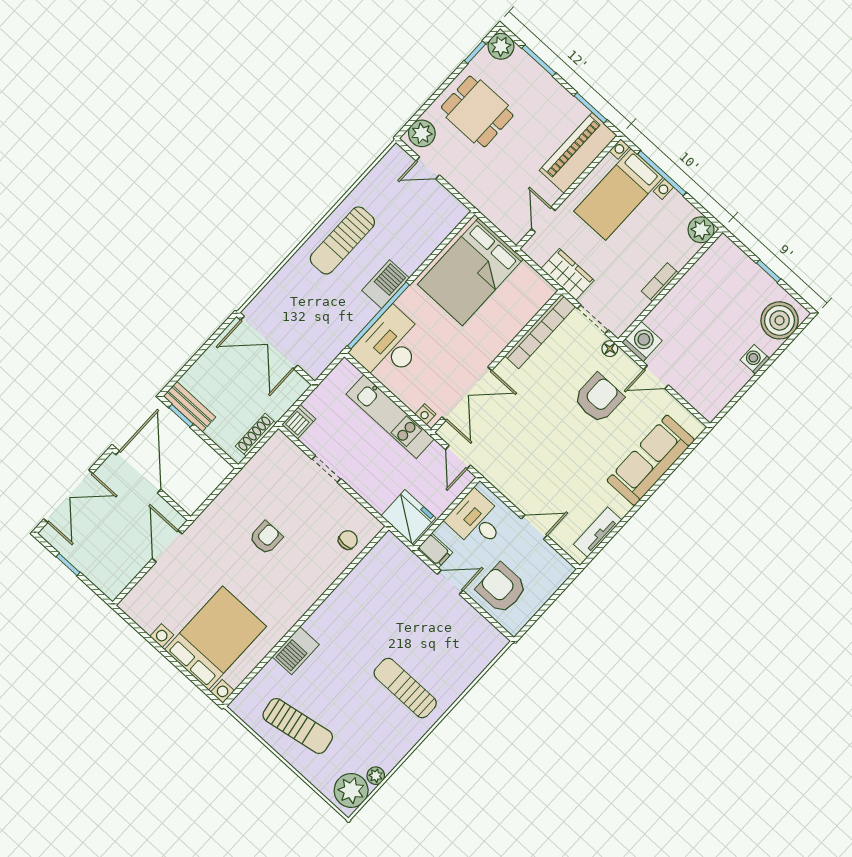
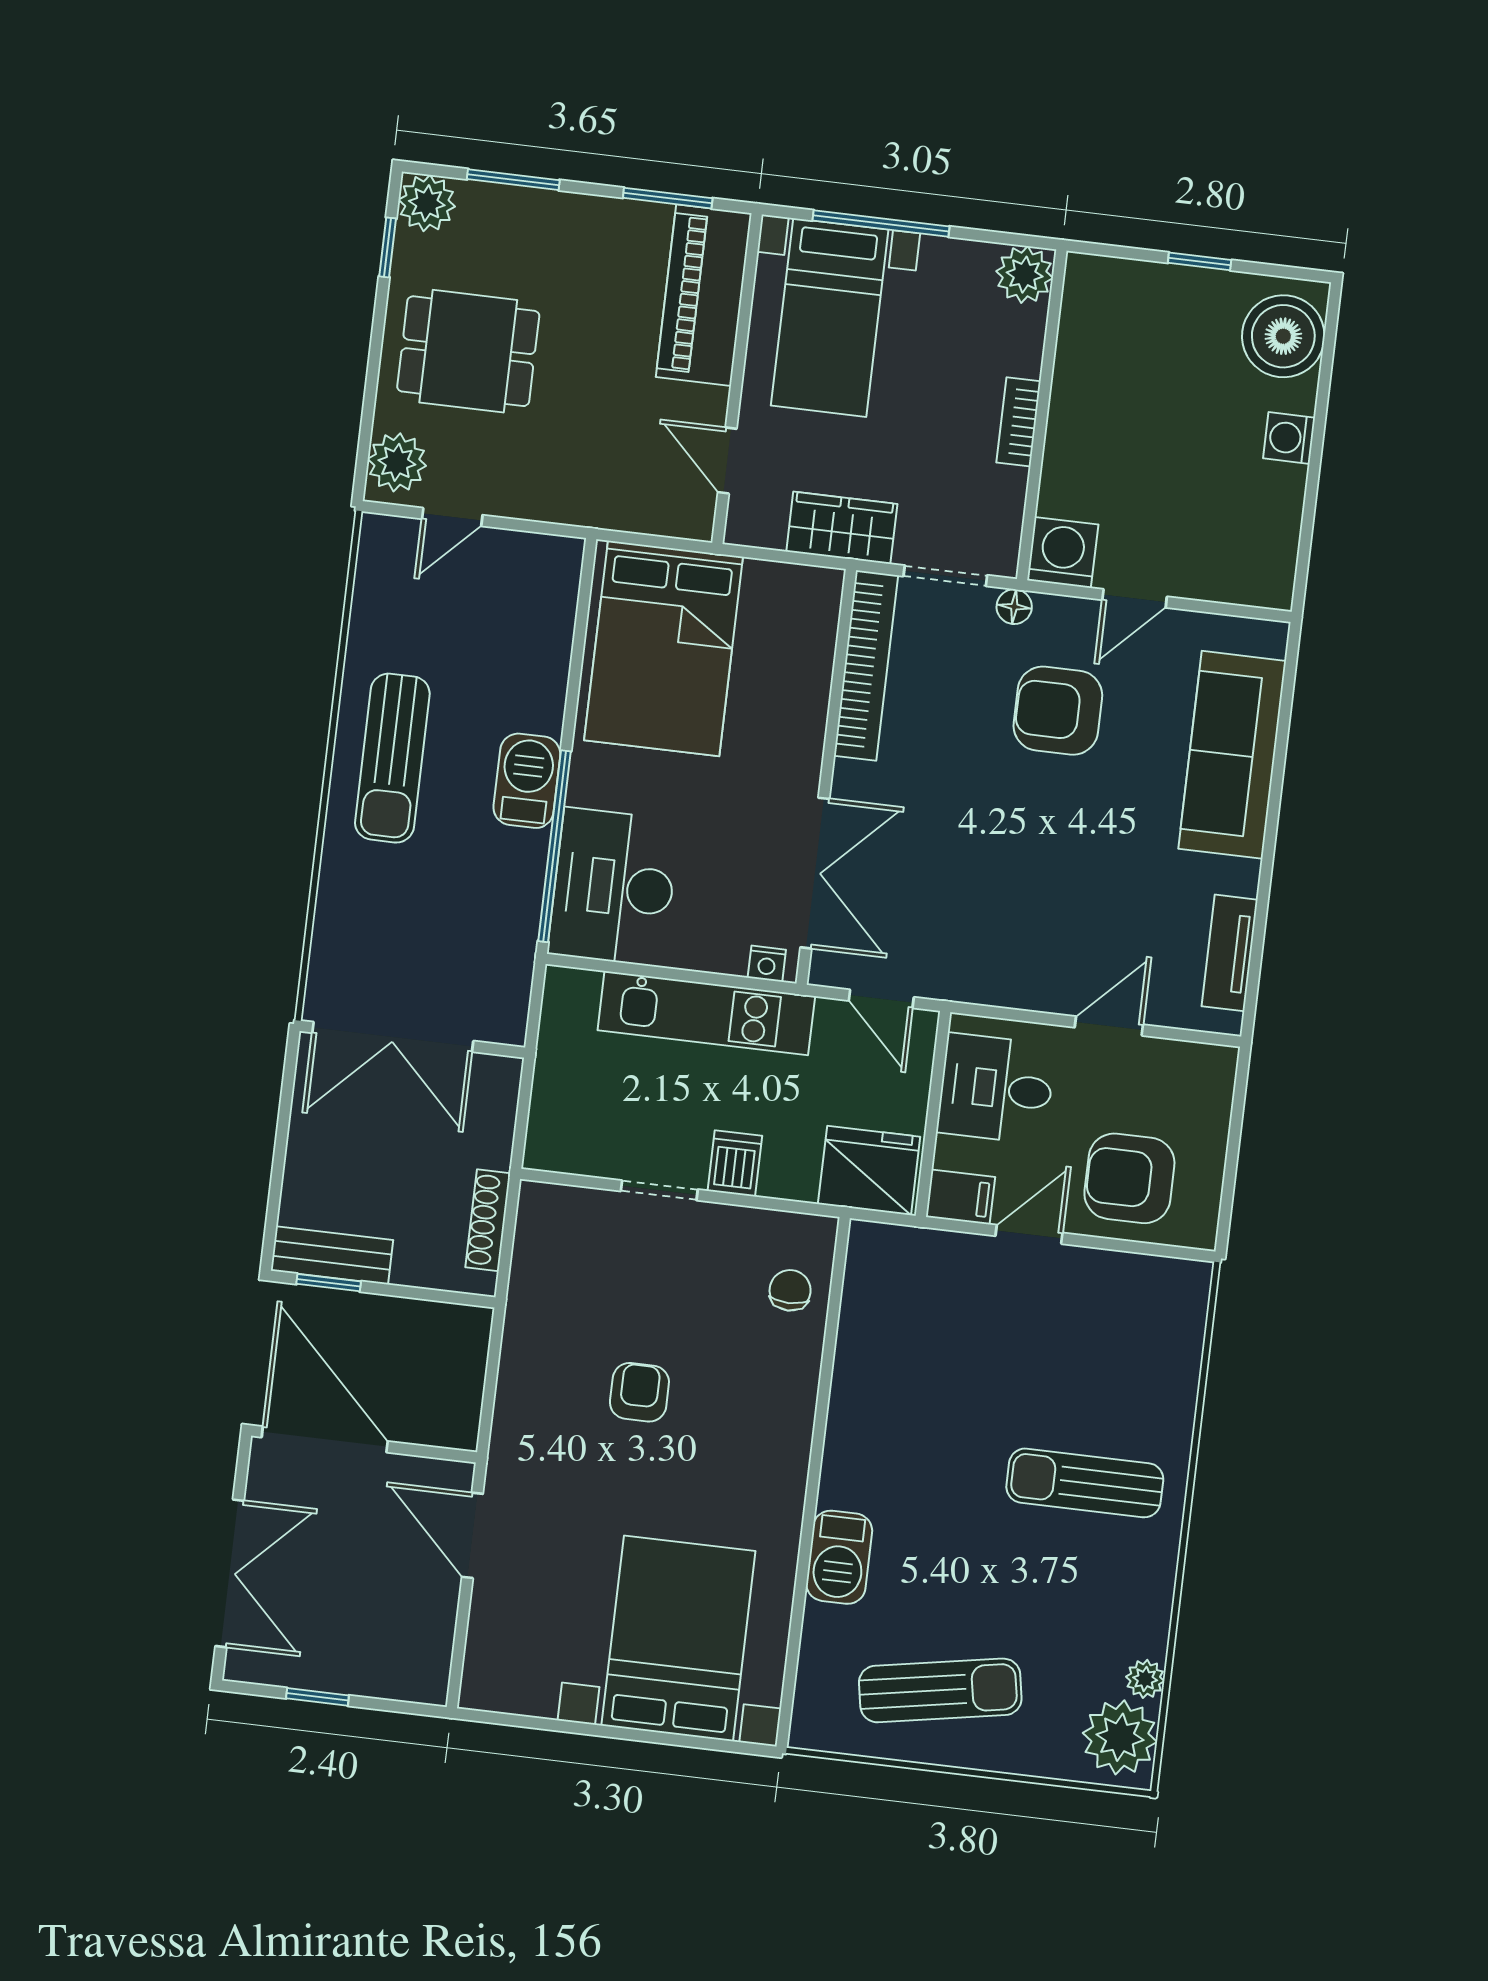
armchair: (599, 398) -> (1058, 711), turned -90
dishwasher: (299, 422) -> (735, 1163), moved

